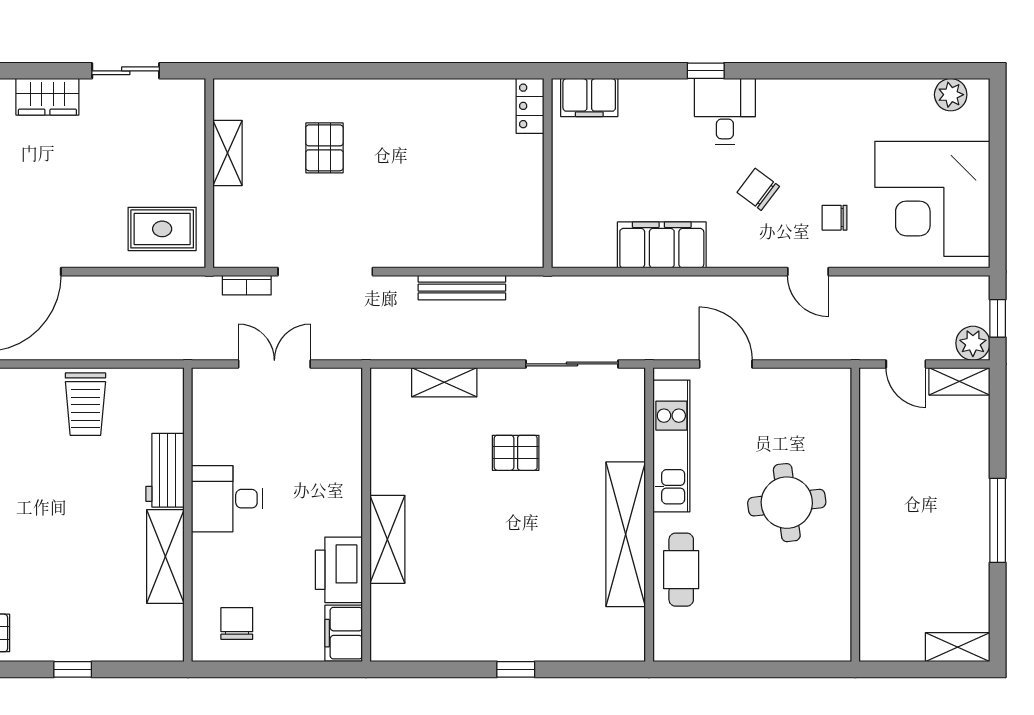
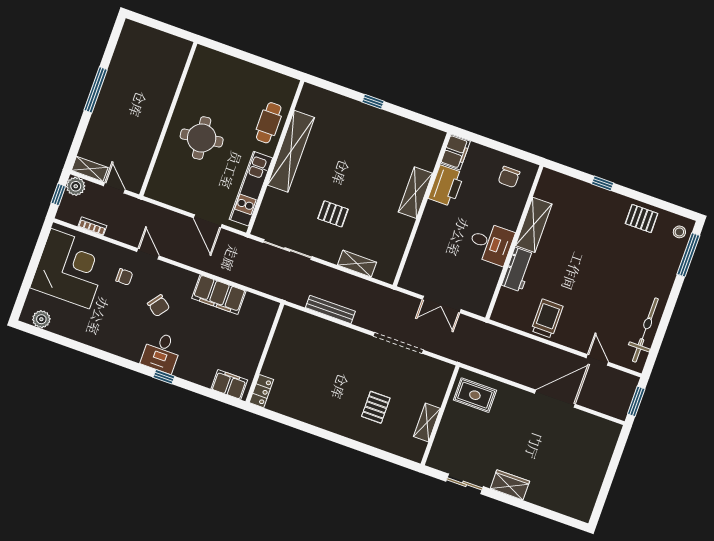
bookcase: (247, 285) -> (92, 226), moved
shelving: (958, 647) -> (140, 32), removed

